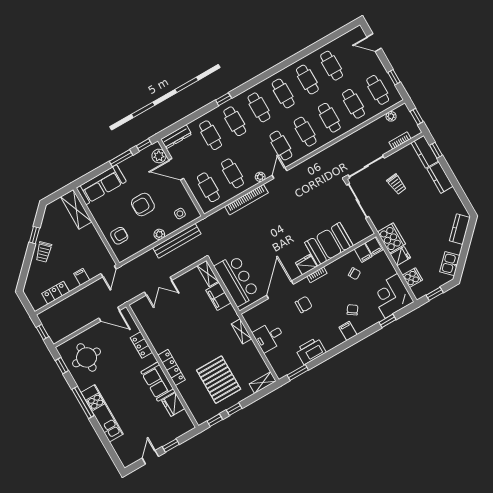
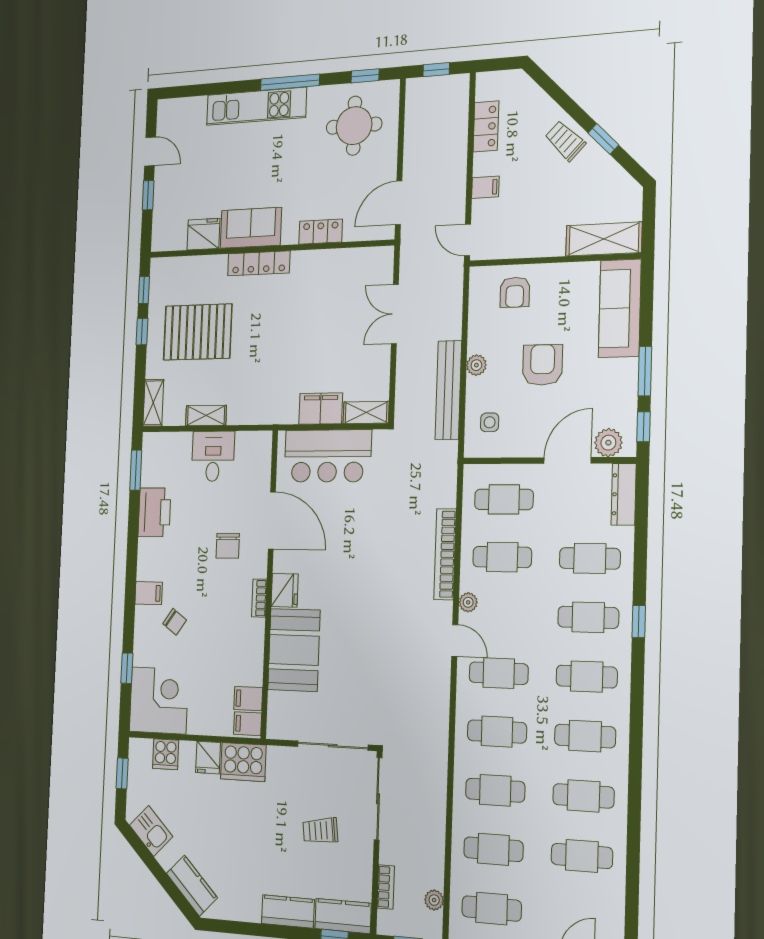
chair: (354, 274) -> (225, 662), removed
shelving: (241, 331) -> (206, 415), moved

